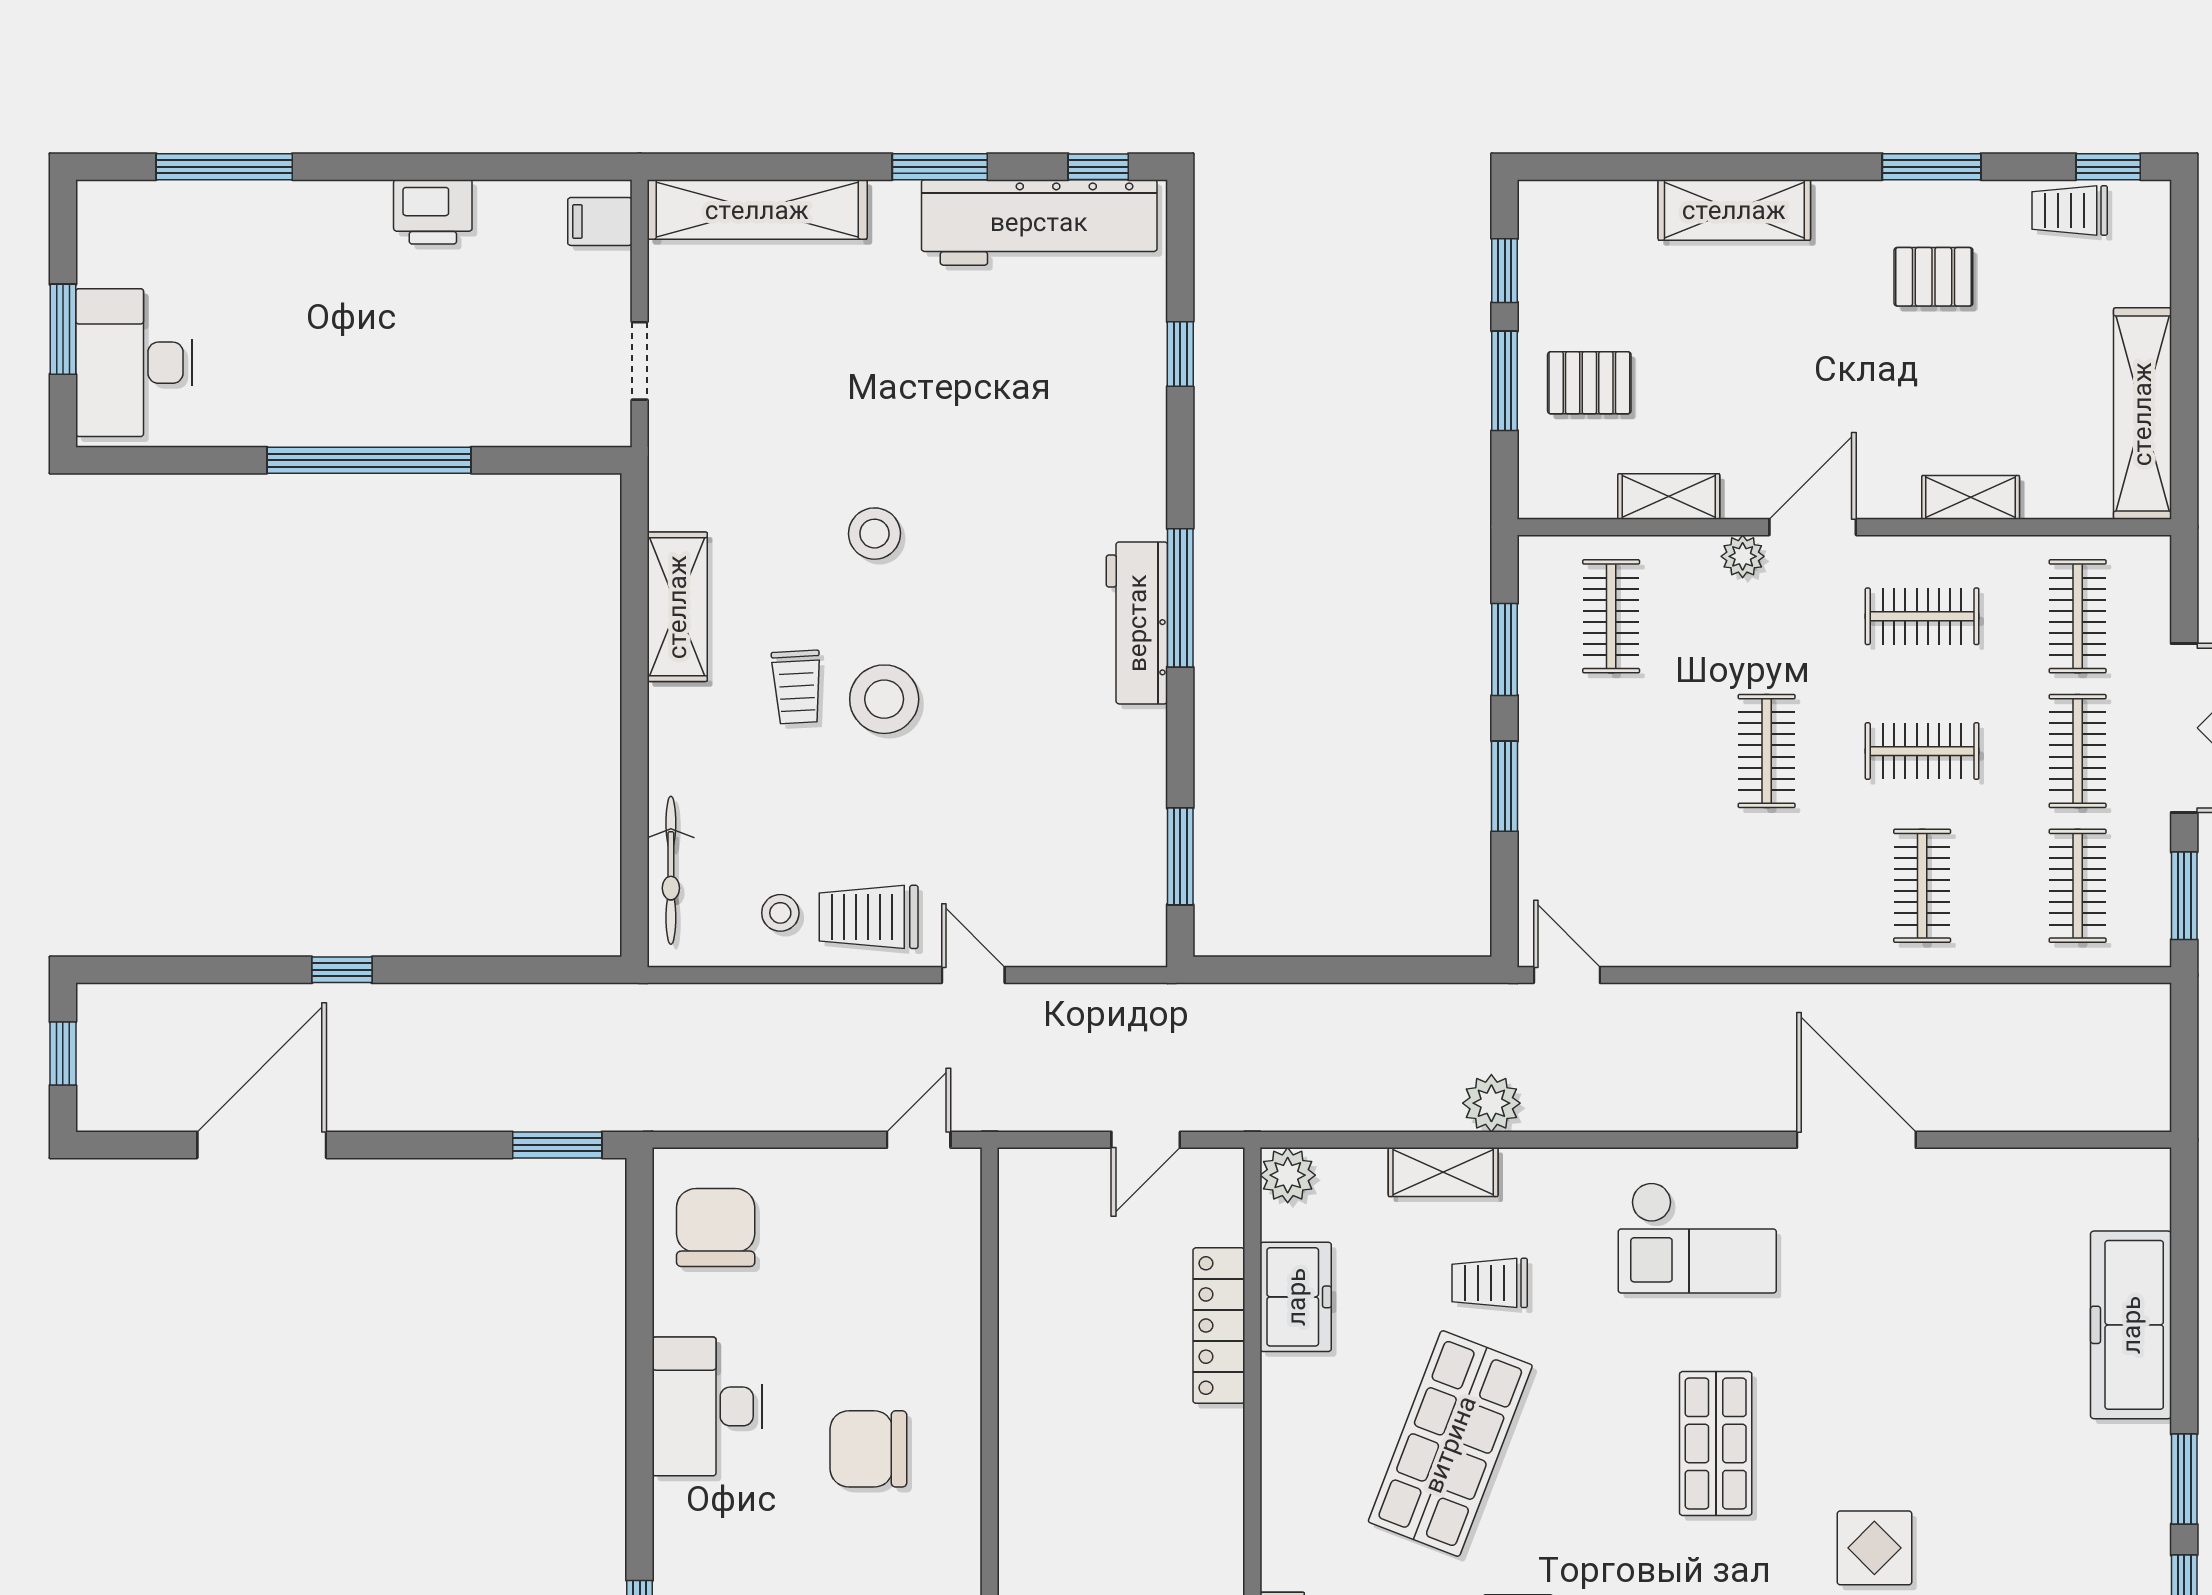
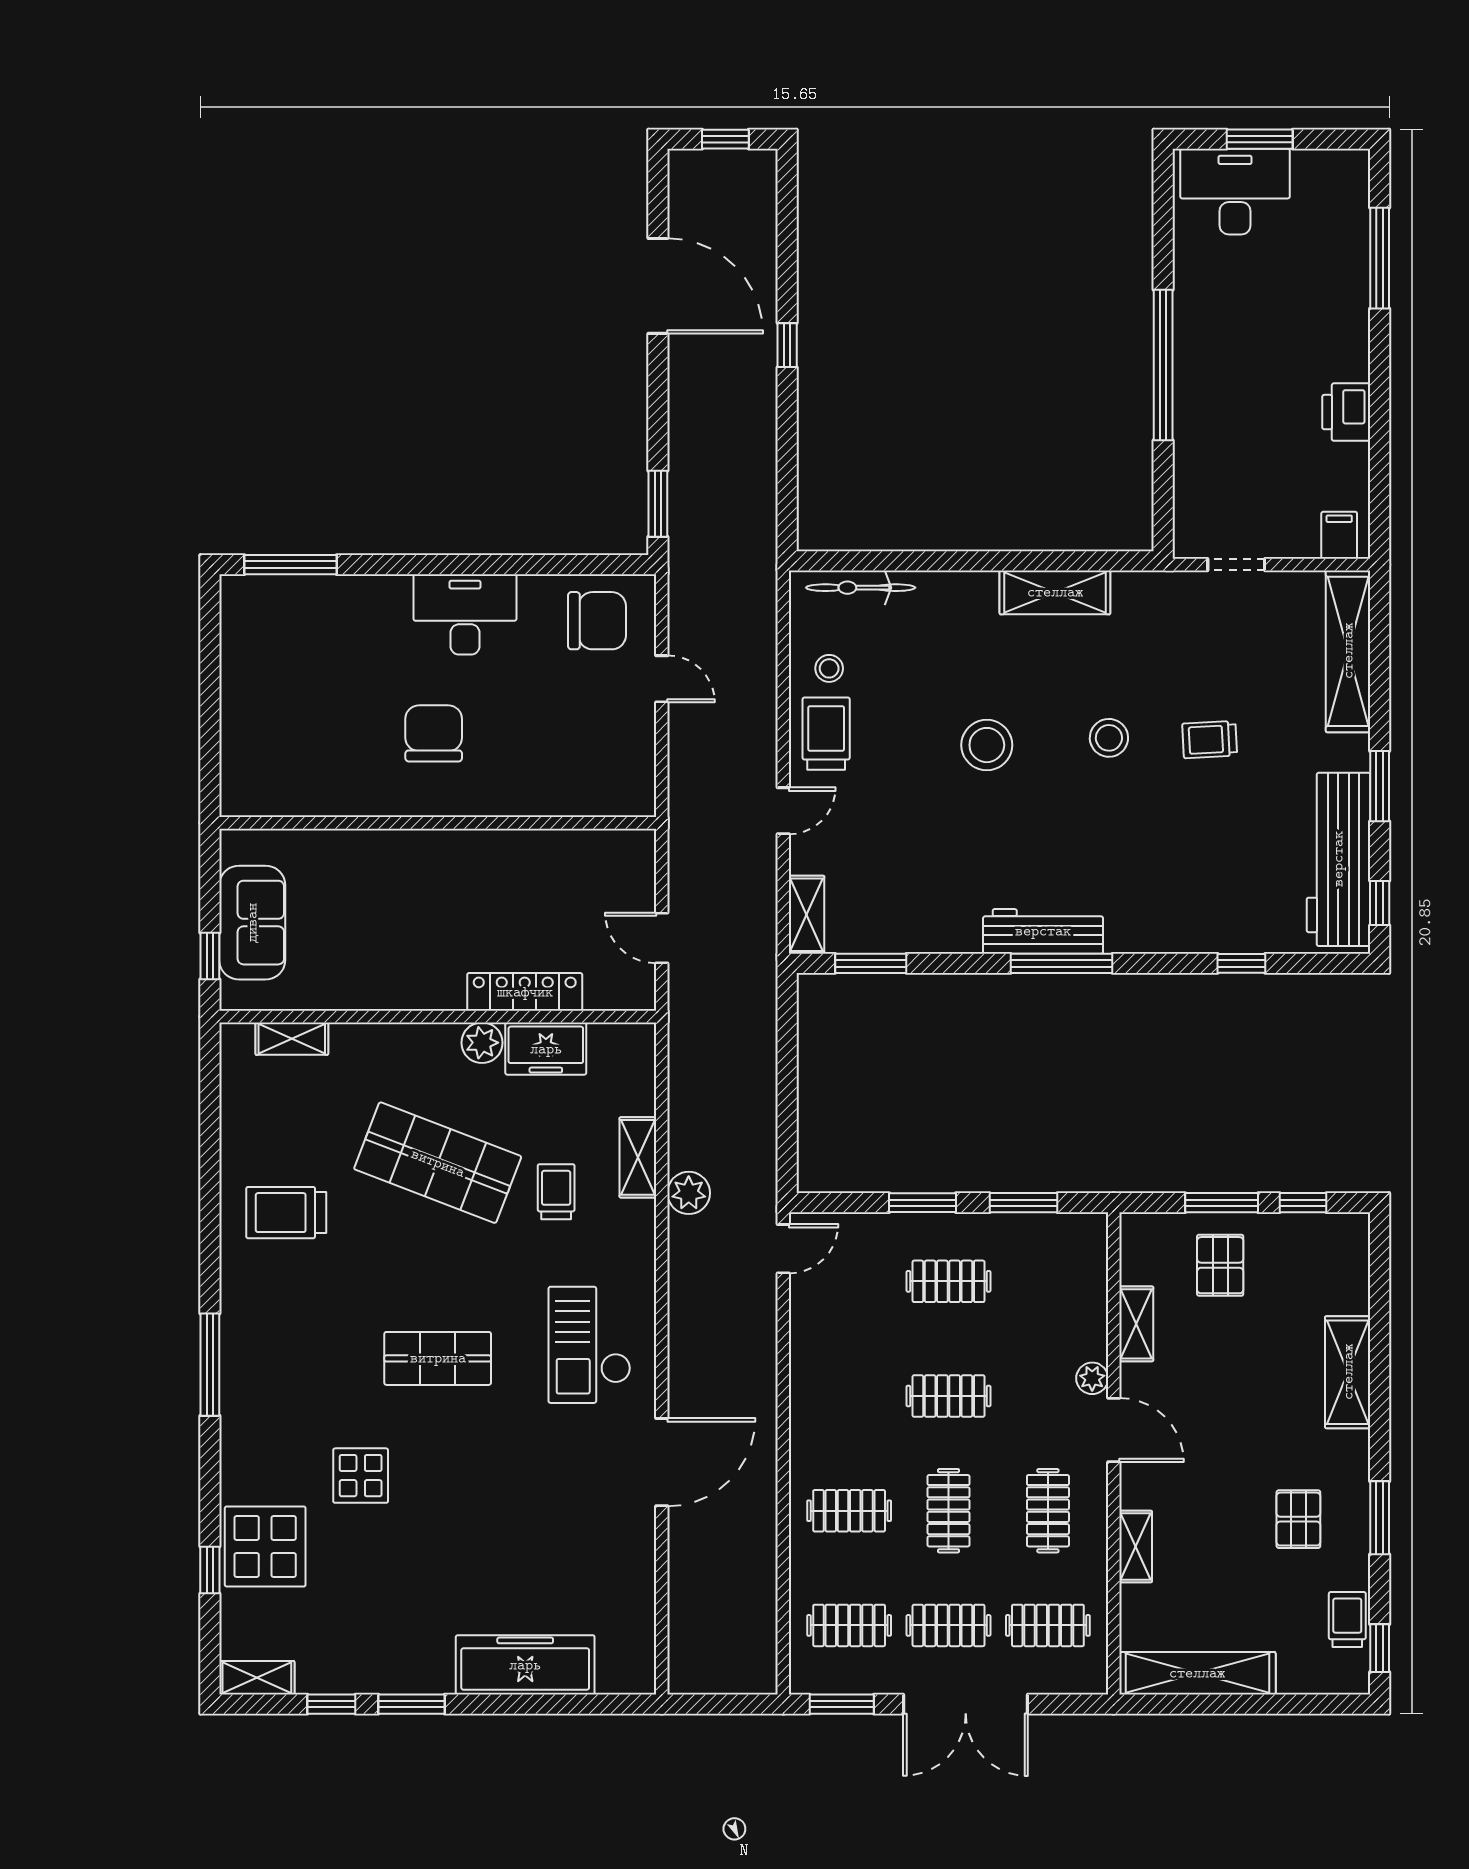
clothes rail: (1611, 616) -> (949, 1281), moved
trolley: (797, 687) -> (1210, 740), moved
shelving: (1114, 943) -> (807, 915), added
door: (919, 1140) -> (662, 679), moved
plant: (1288, 1175) -> (482, 1043), moved

